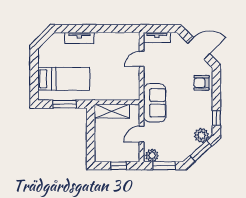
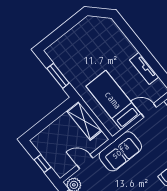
tv unit: (79, 38) -> (144, 68), moved
bed: (64, 79) -> (113, 100), moved, turned 180

